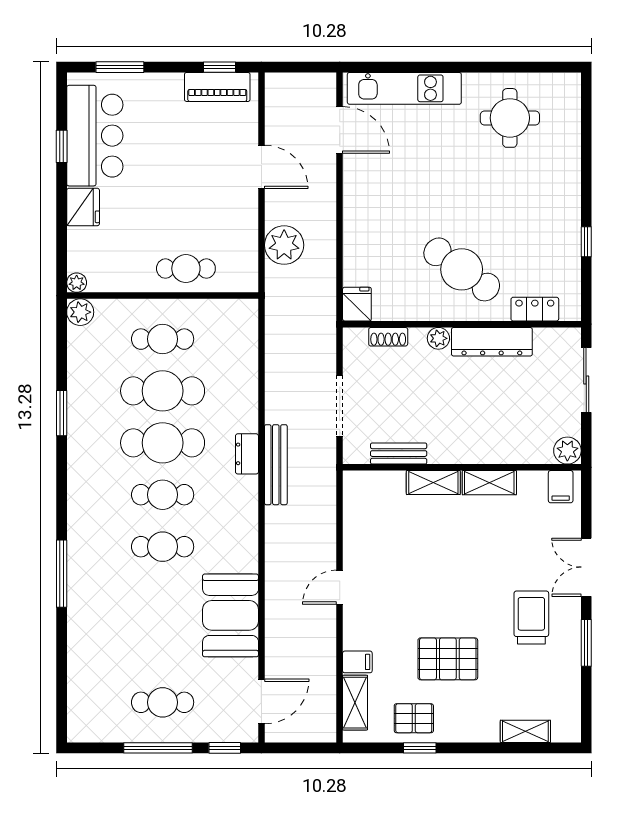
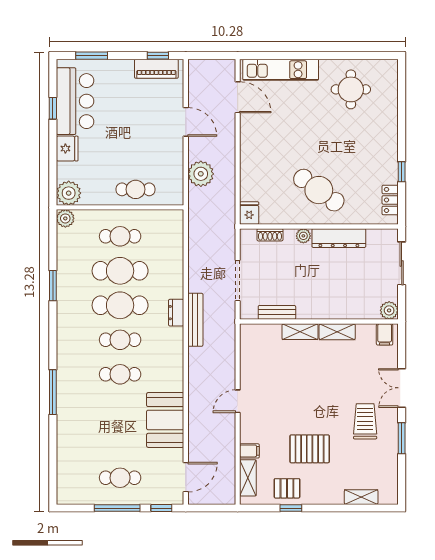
plant: (77, 283) -> (69, 193), width x1.88, depth x1.88
locker: (535, 309) -> (390, 200), moved, turned -90

